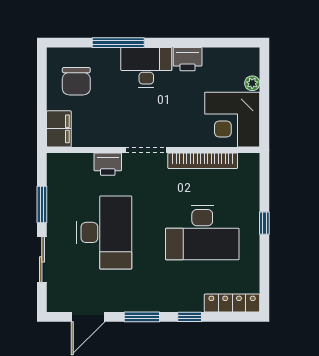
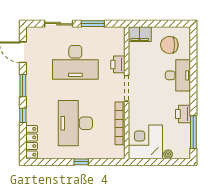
window: (118, 43) -> (193, 132), moved
desk: (146, 67) -> (178, 75), moved

